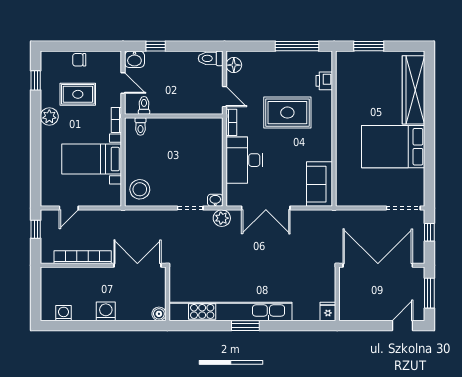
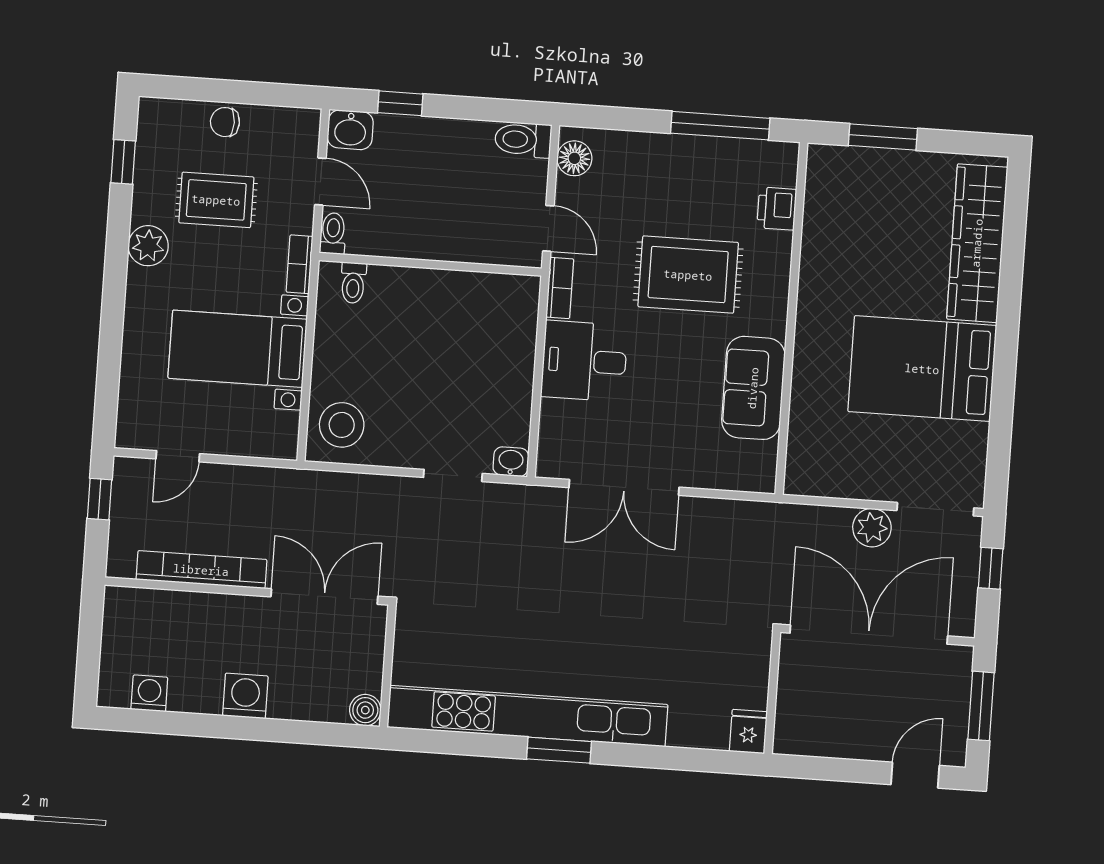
toilet: (144, 105) -> (333, 233), moved
desk: (244, 160) -> (584, 361), width x0.73
sofa: (320, 184) -> (753, 388), moved
plant: (222, 218) -> (872, 528), moved

